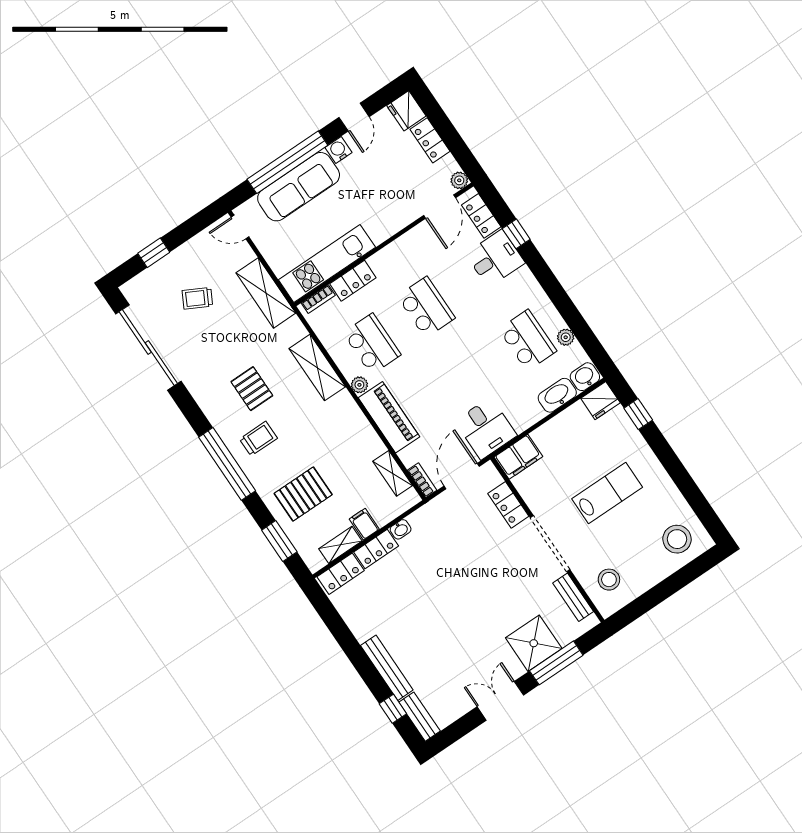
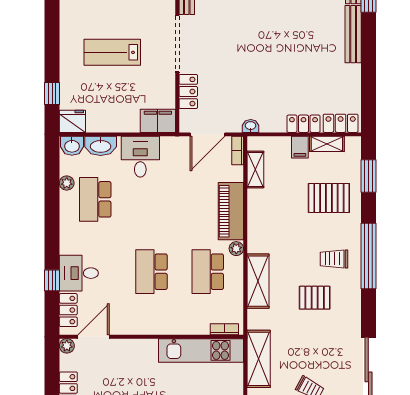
locker: (353, 281) -> (191, 326), removed
pallet: (252, 389) -> (315, 298), turned 90
desk: (486, 428) -> (140, 157), moved
washbasin: (401, 529) -> (251, 126), moved

